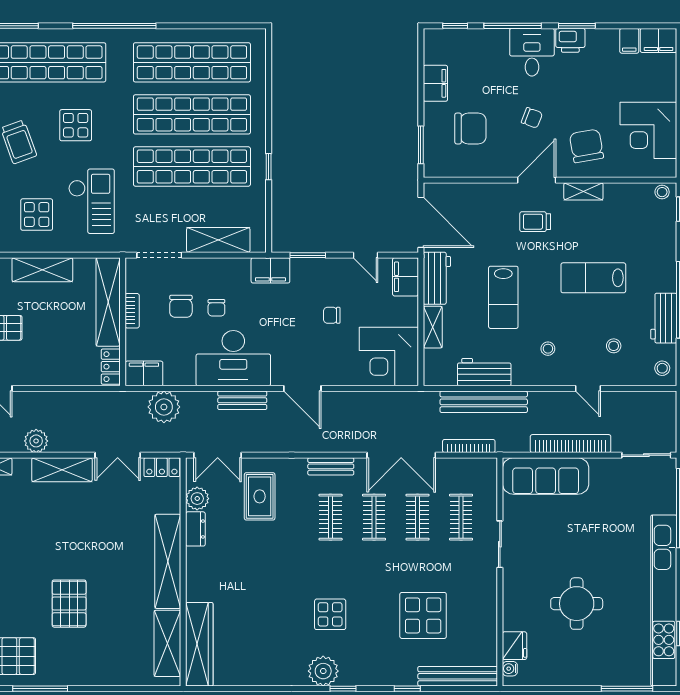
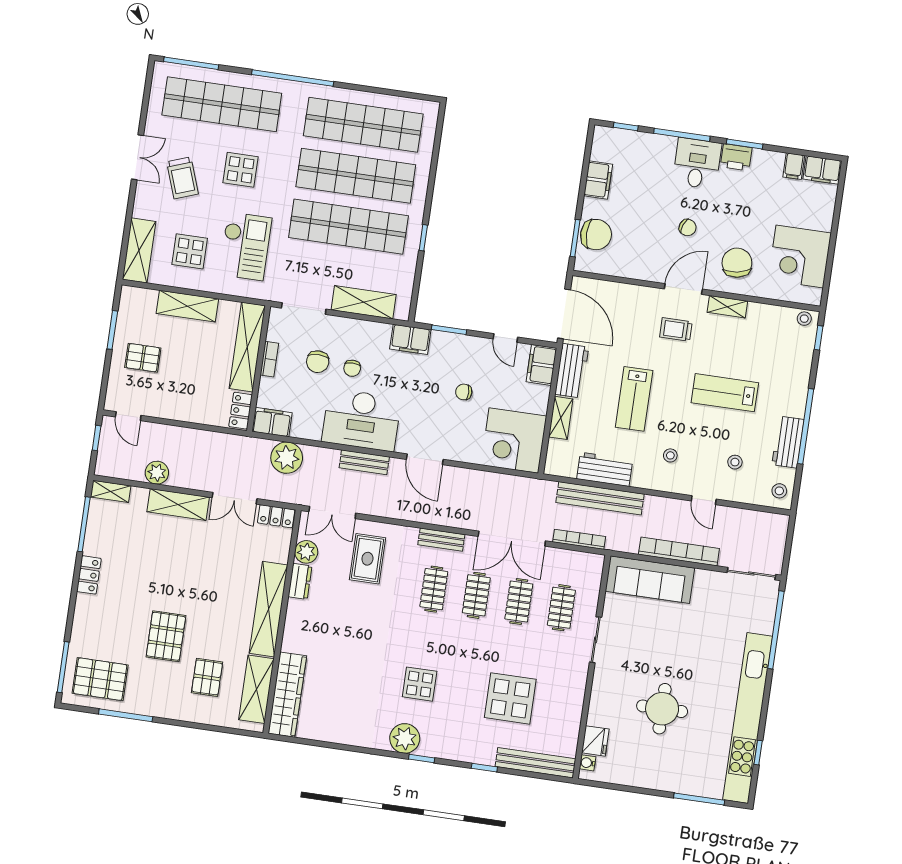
chair: (470, 128) -> (596, 235), moved
pallet: (116, 639) -> (207, 677), added

